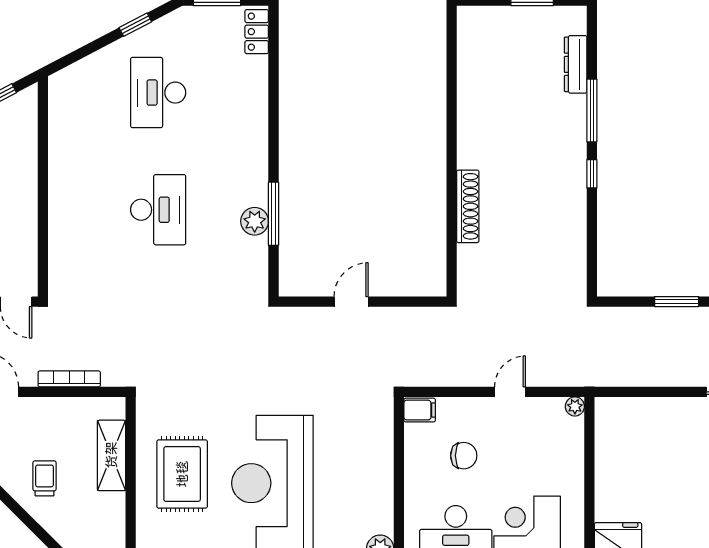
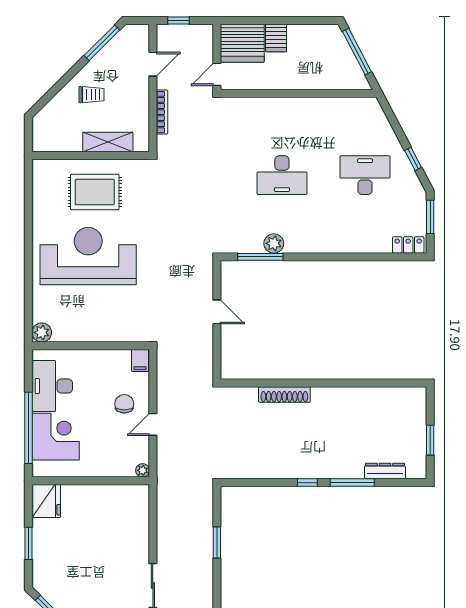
window: (273, 214) -> (260, 257), moved
door: (510, 392) -> (153, 424), swing flipped
chair: (464, 456) -> (124, 404), moved, turned 180

